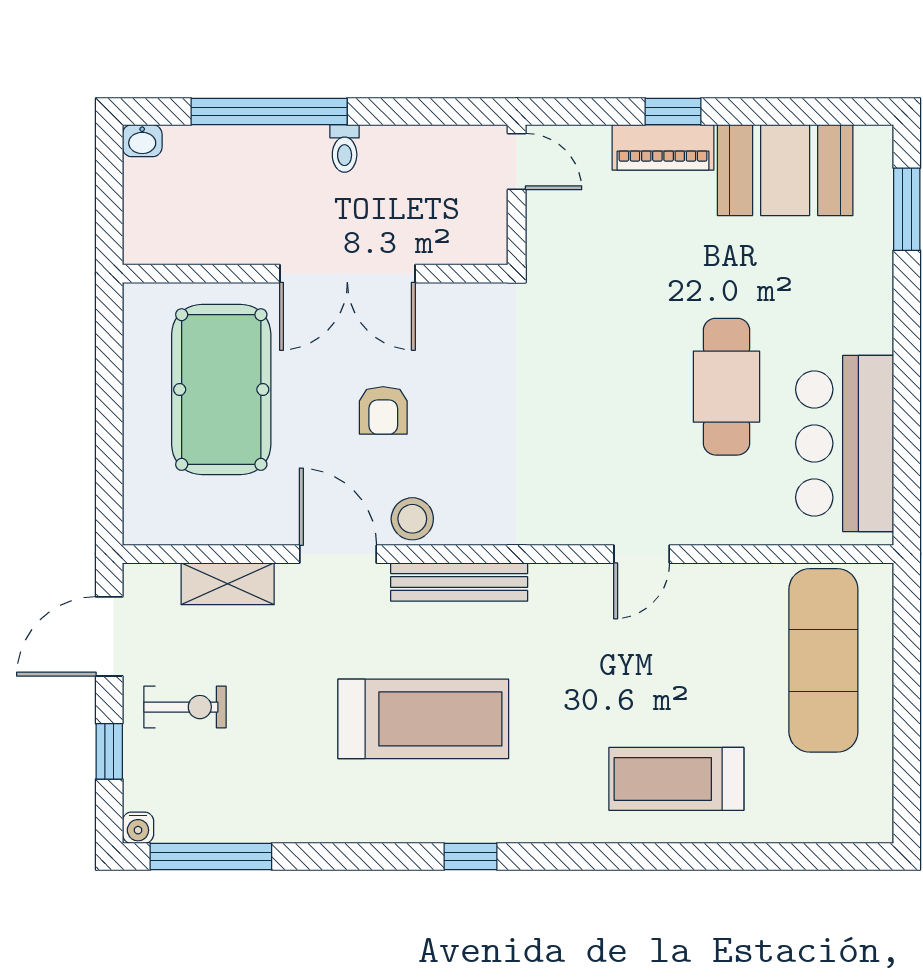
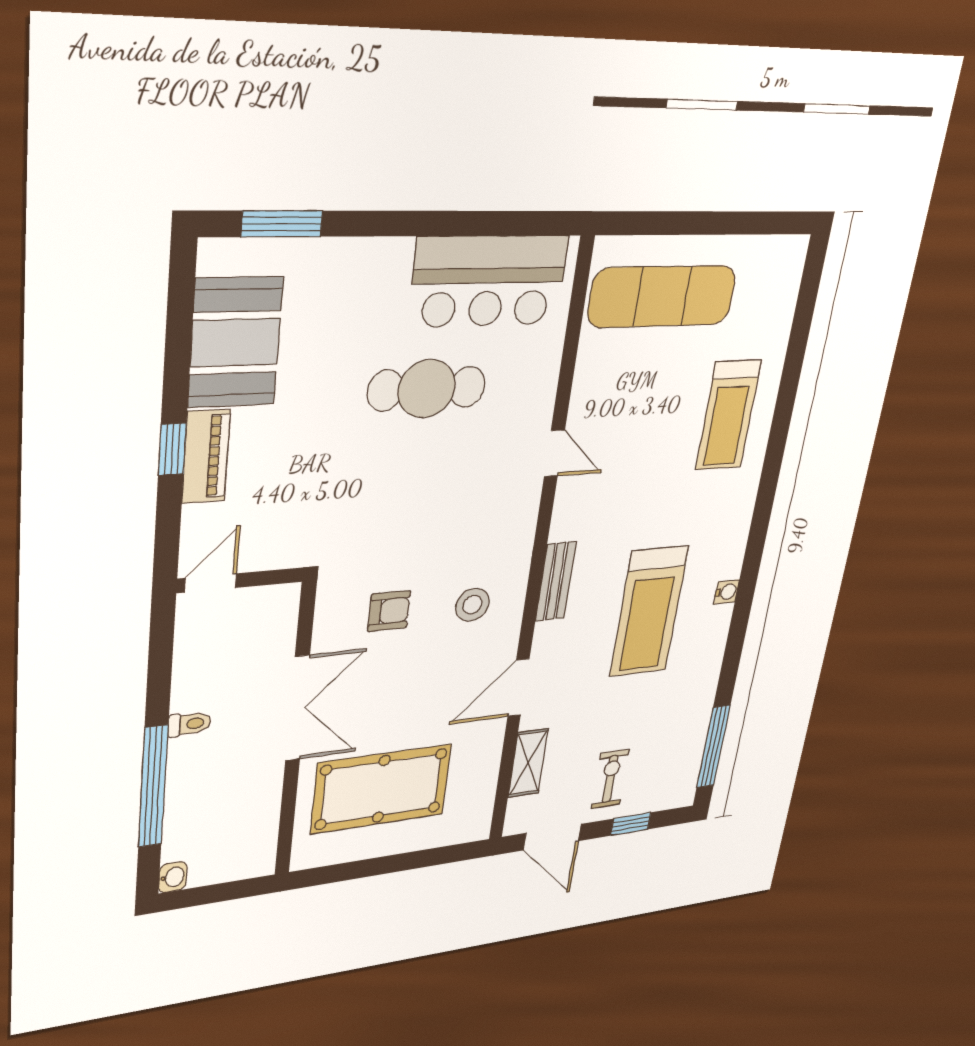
armchair: (383, 410) -> (389, 611), moved
stool: (412, 519) -> (472, 605), moved
bench: (459, 582) -> (556, 582), width x0.73
treadmill: (423, 719) -> (649, 612), turned 180
water cooler: (138, 828) -> (727, 592), moved
window: (471, 856) -> (751, 567), removed

